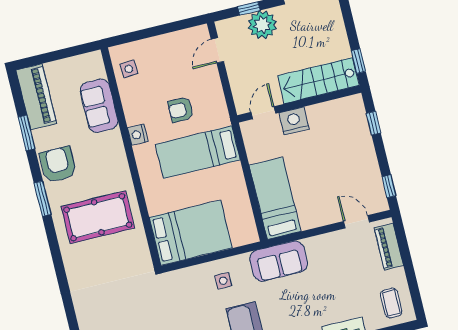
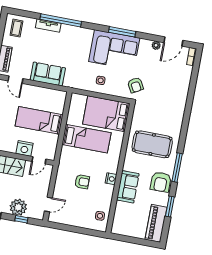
sofa: (99, 106) -> (128, 187), moved
bed: (198, 152) -> (86, 139), moved
bed: (275, 198) -> (39, 120), moved, turned 90
window: (42, 199) -> (177, 168), width x1.44
sofa: (279, 261) -> (48, 74), moved
armchair: (166, 298) -> (135, 85), added

